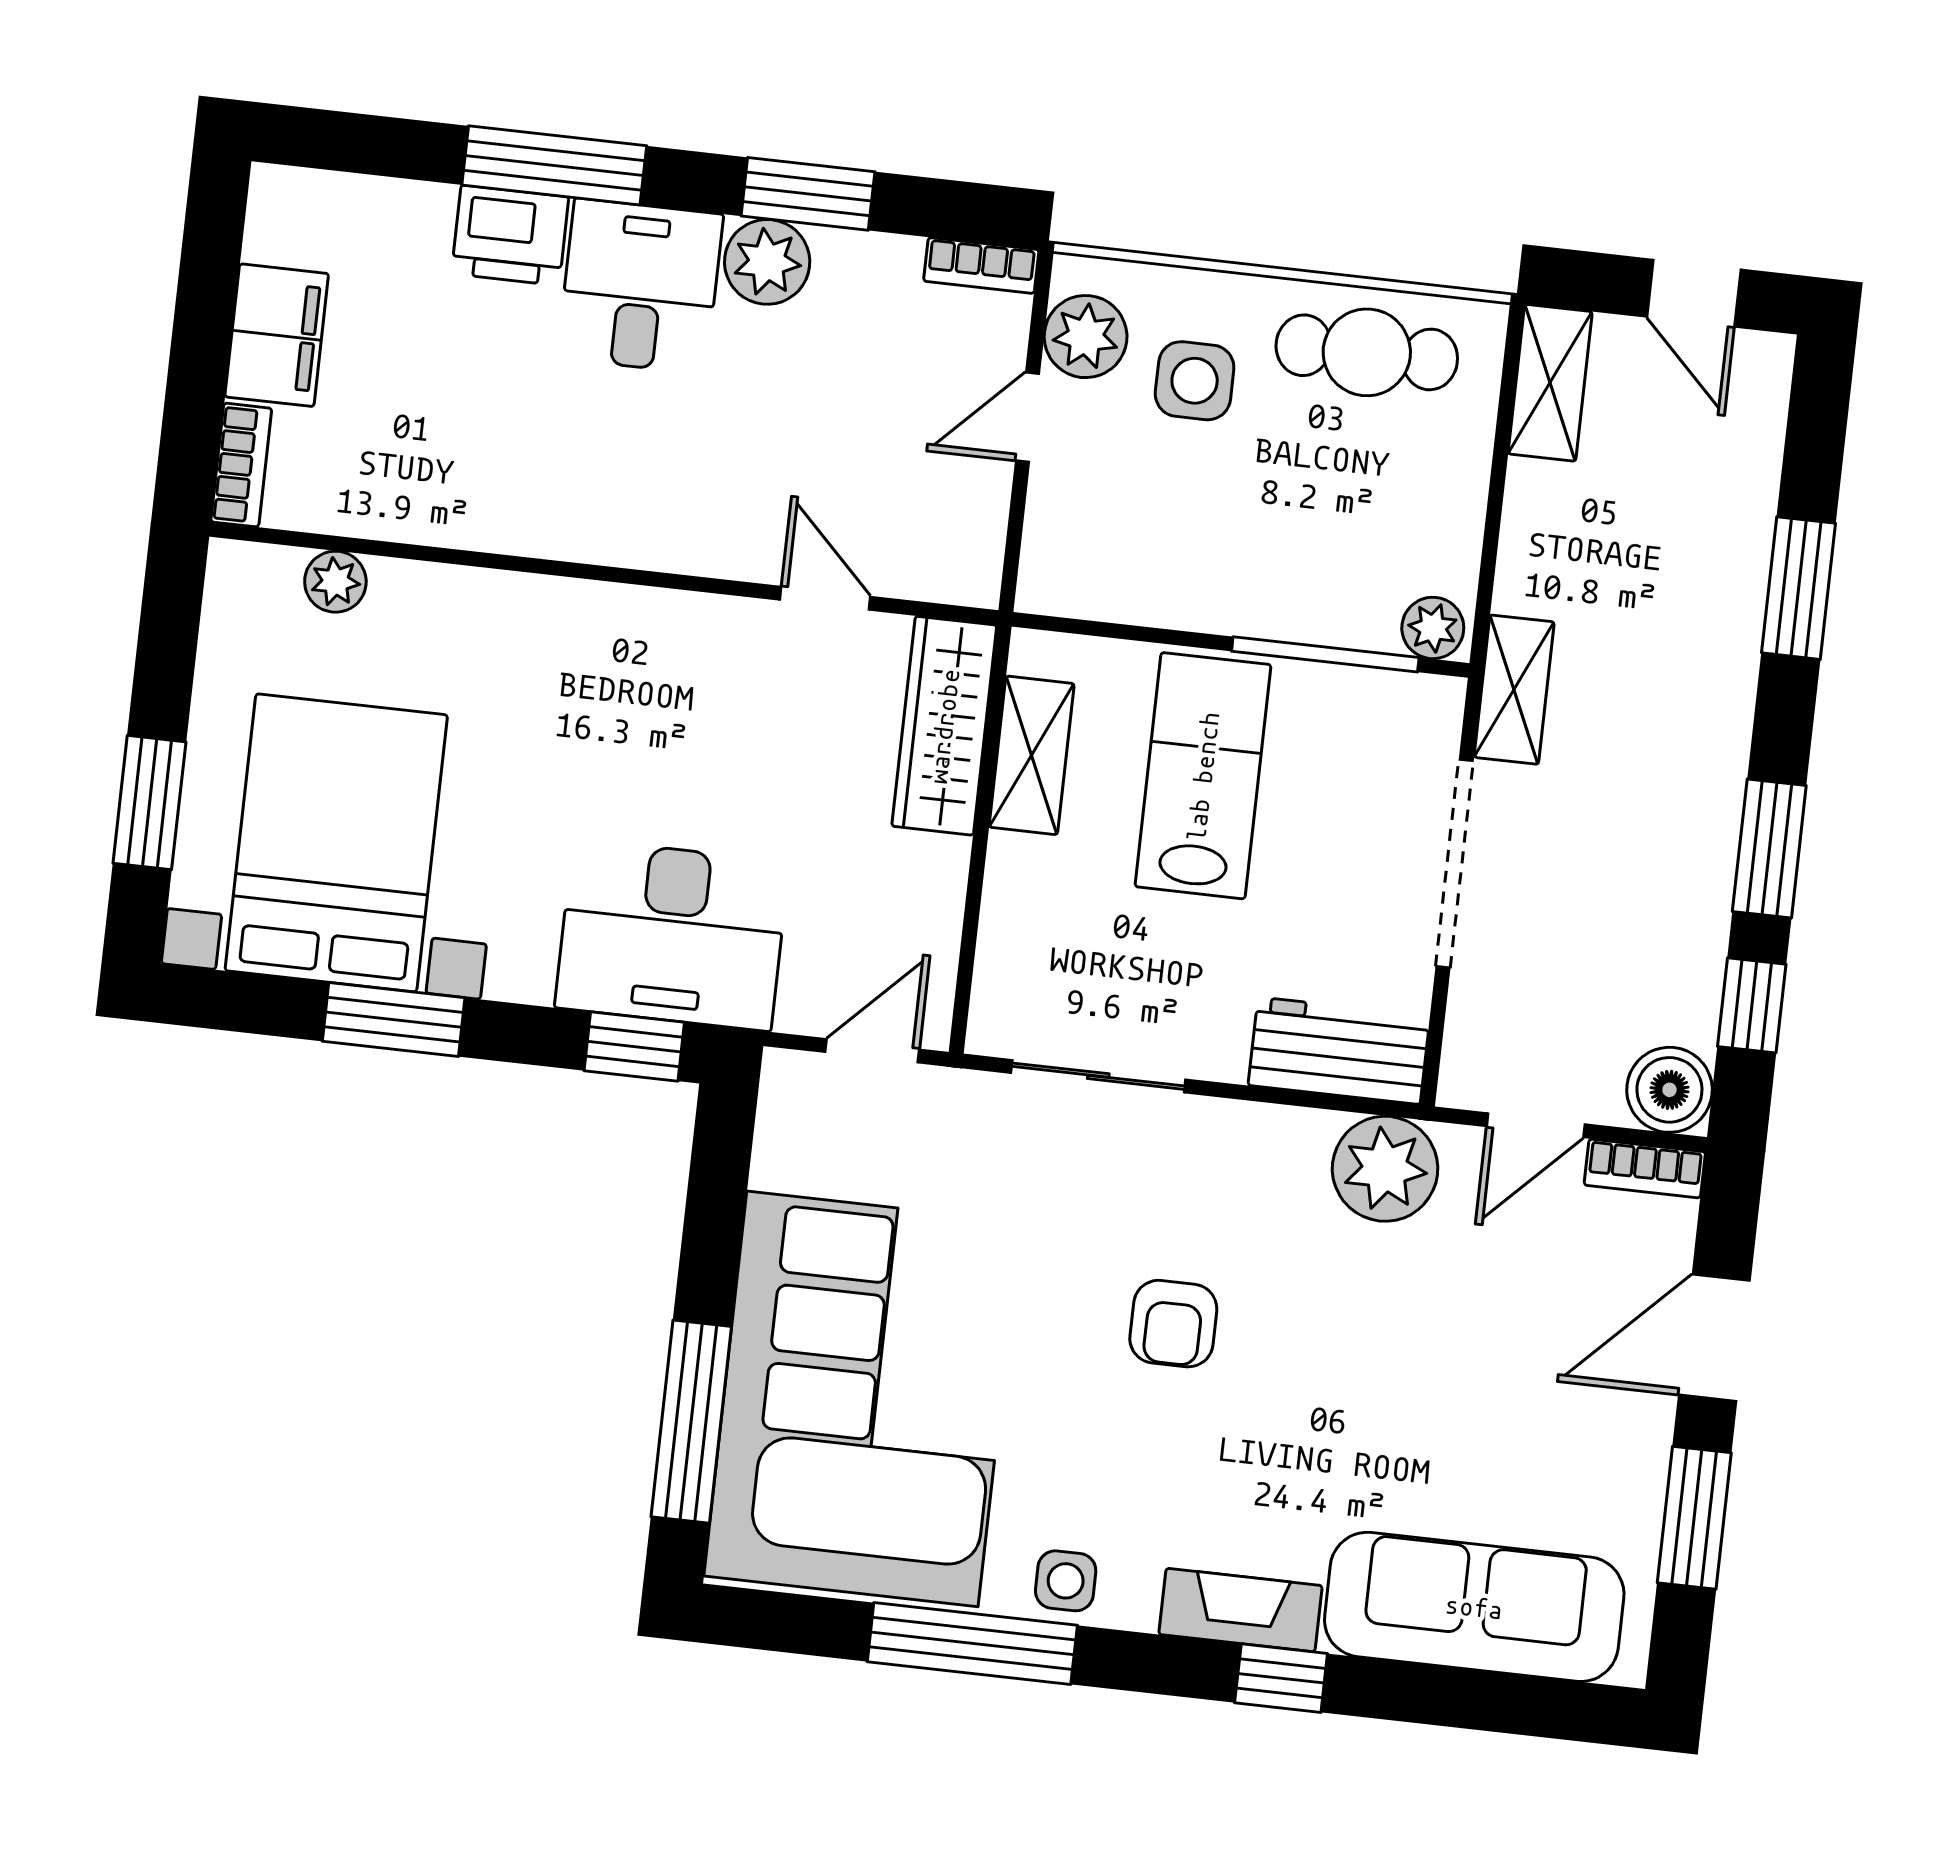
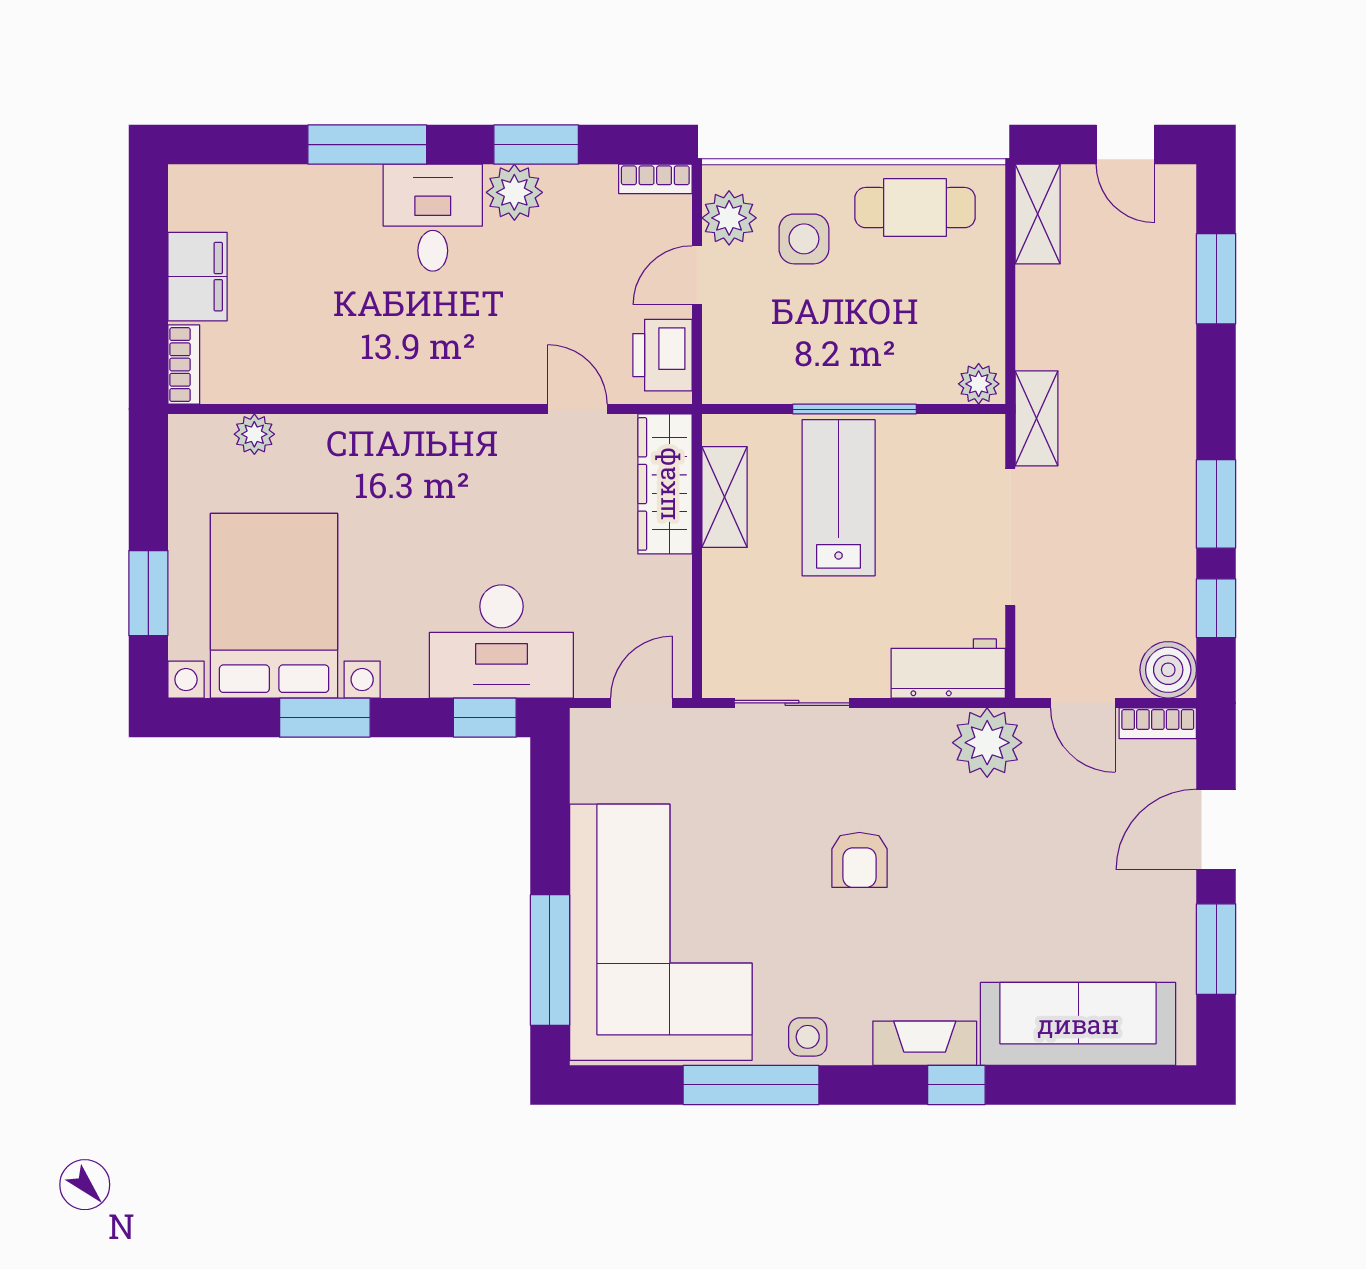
printer: (510, 235) -> (662, 355), moved, turned 90
window: (1799, 588) -> (1216, 279), moved
window: (1325, 654) -> (855, 409), moved
door: (1536, 1125) -> (1083, 703), hinge flipped

